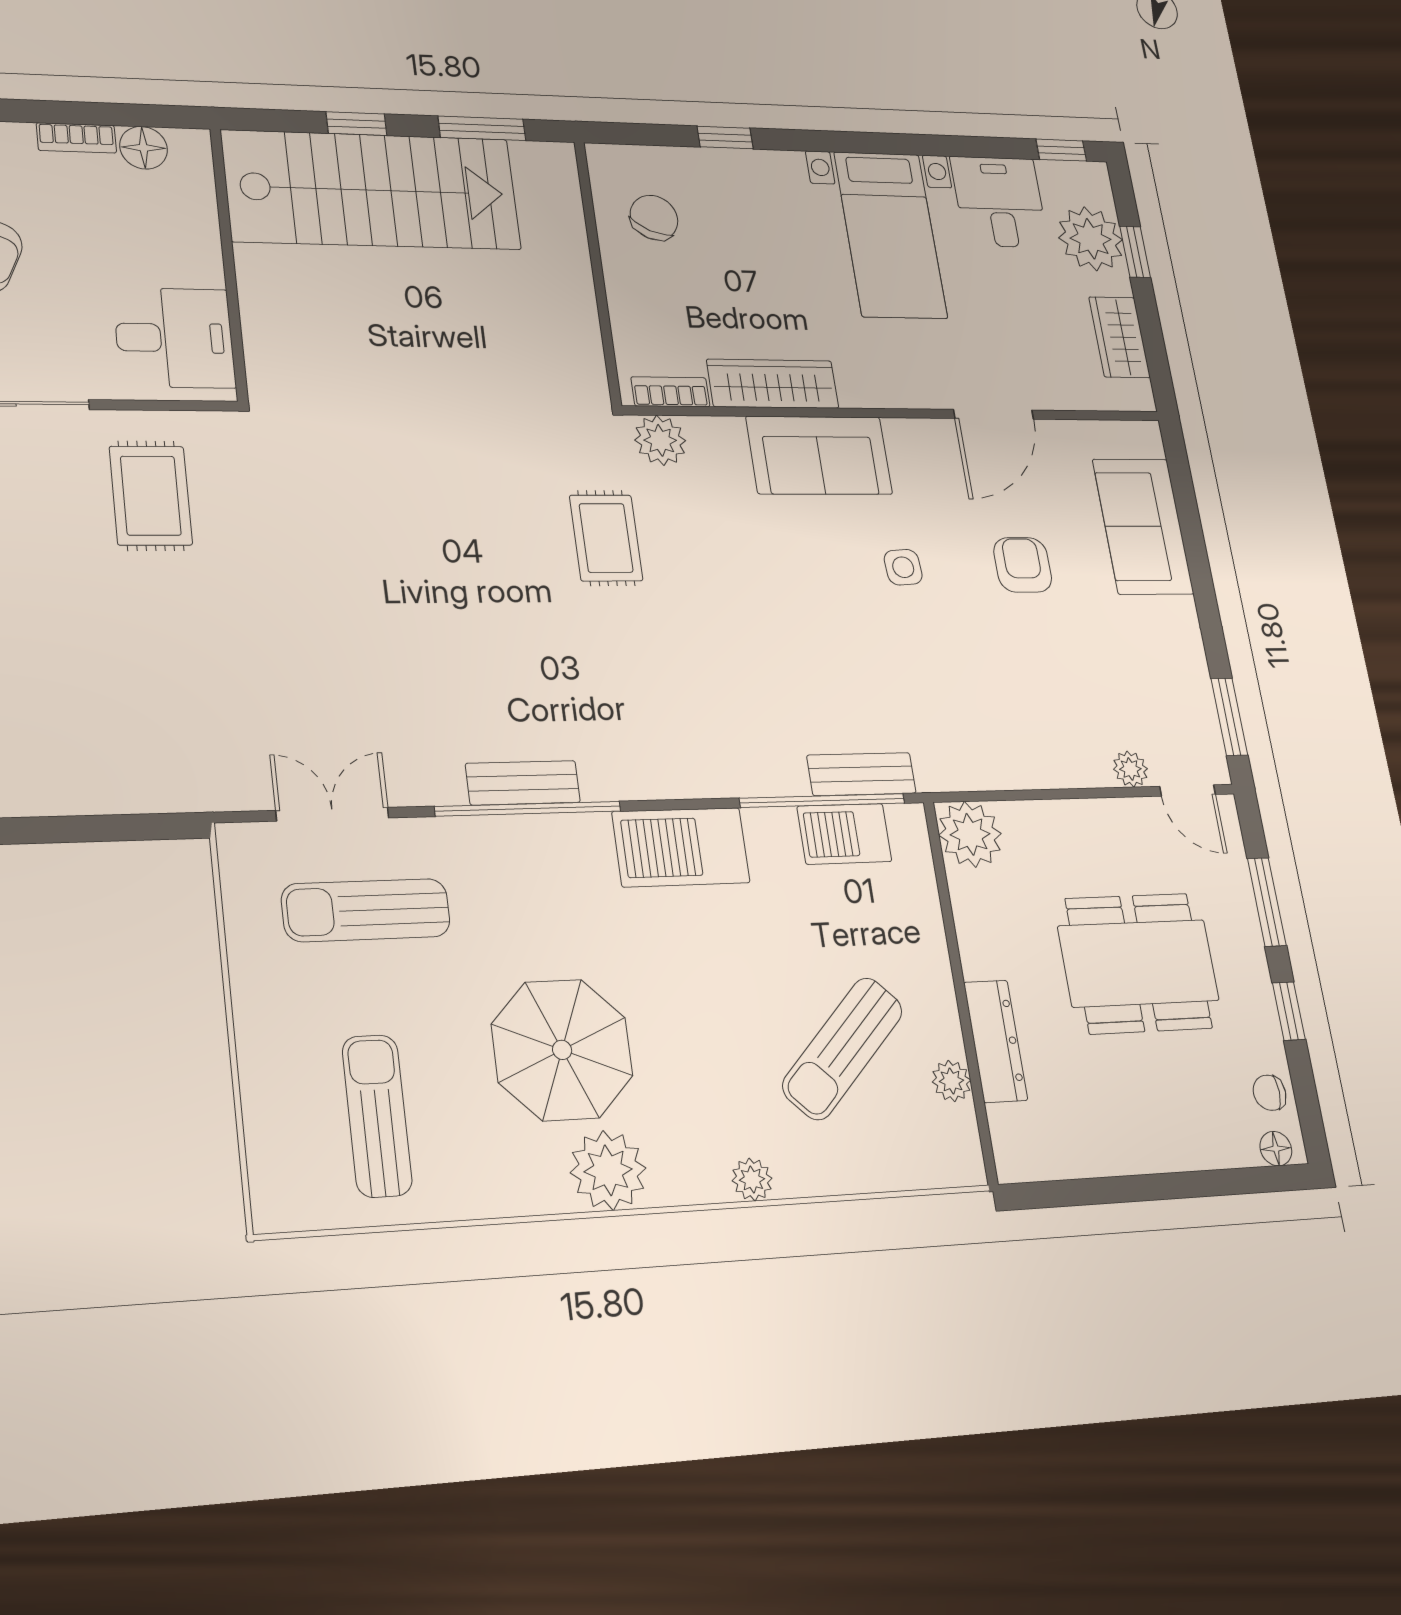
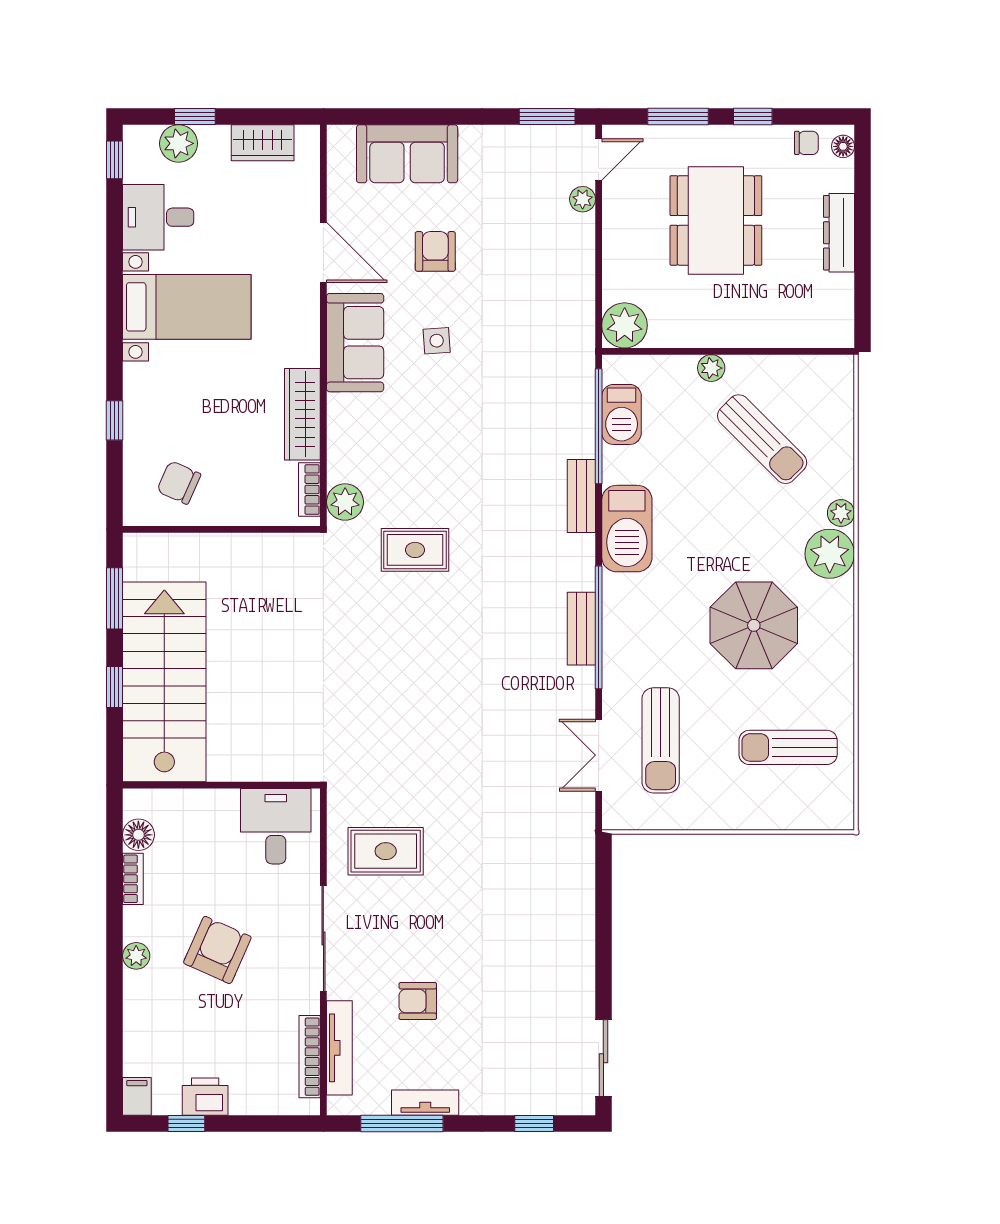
plant: (1091, 239) -> (179, 143), width x0.73, depth x0.73
sofa: (819, 455) -> (355, 343), moved
armchair: (1023, 565) -> (435, 251), turned 90
bench: (861, 774) -> (581, 496), moved
dresser: (996, 1041) -> (839, 233), moved, turned -90
plant: (951, 1081) -> (711, 368), moved
chair: (1270, 1093) -> (806, 143), turned -90
plant: (608, 1170) -> (830, 554), moved

